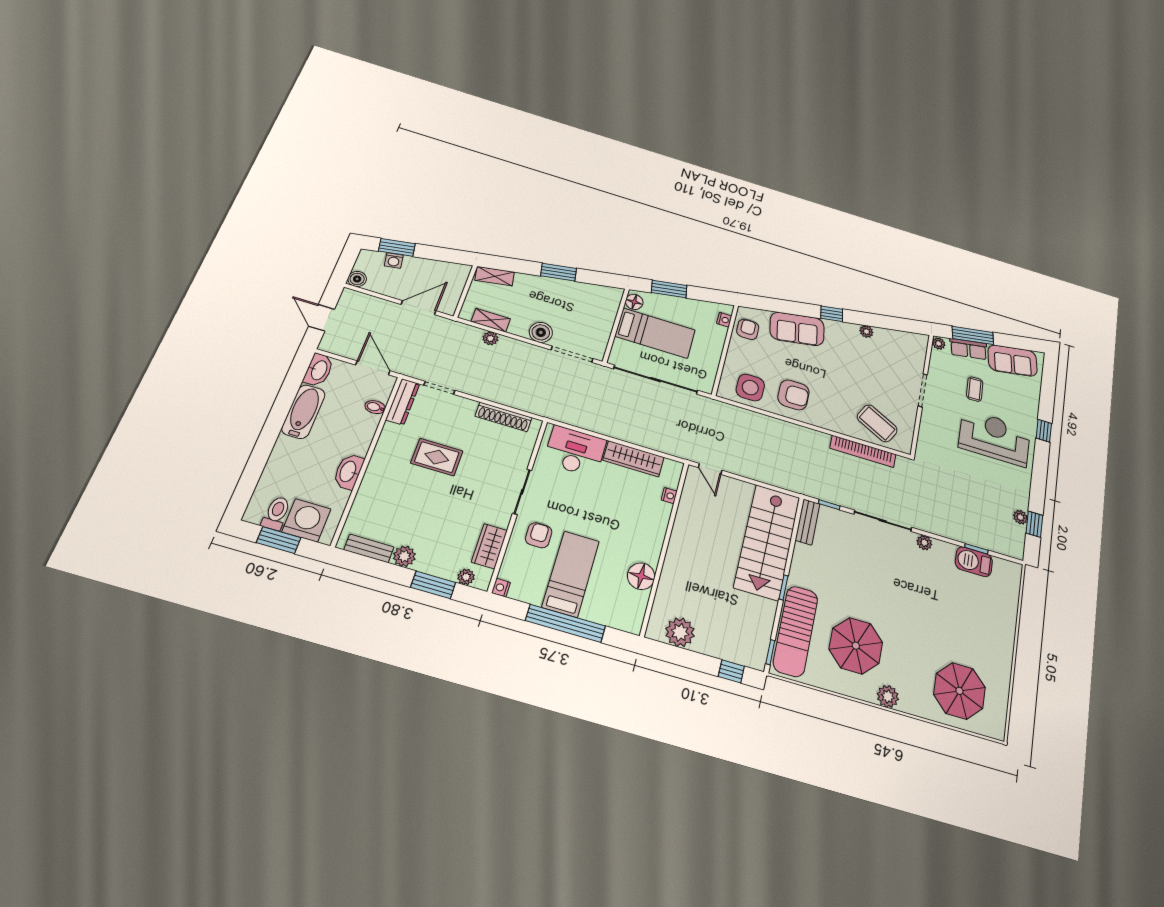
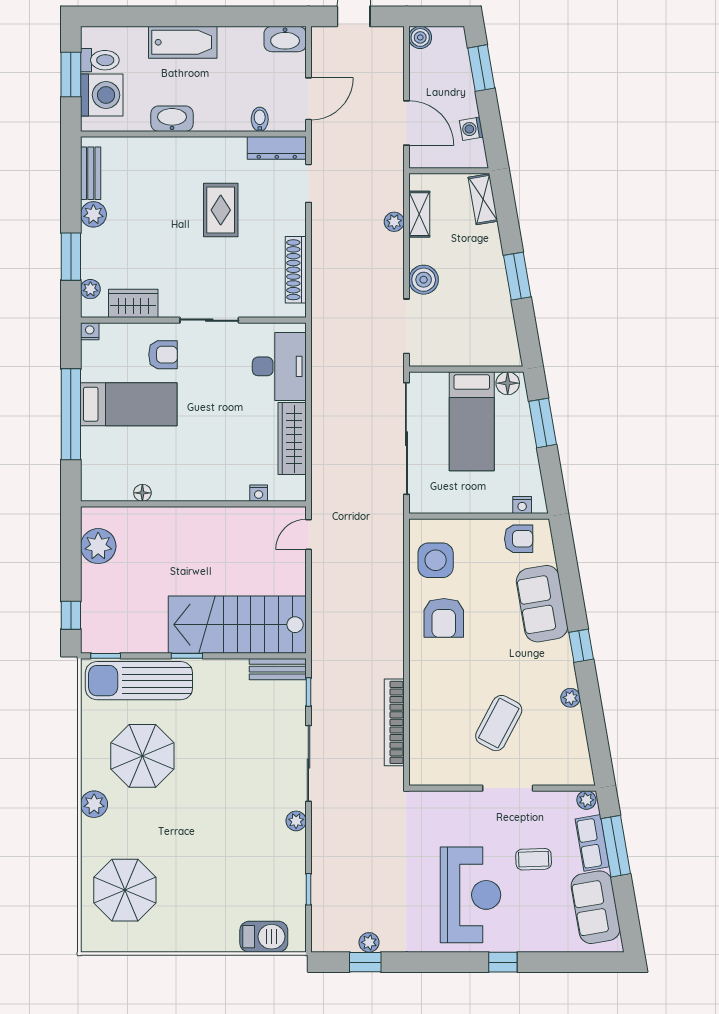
washing machine: (394, 260) -> (471, 129), moved
bathtub: (303, 412) -> (183, 42), moved
coffee table: (877, 423) -> (499, 723), moved
barbecue: (974, 562) -> (264, 937), moved, turned 90
floor lamp: (641, 576) -> (142, 493), width x0.53, depth x0.53

